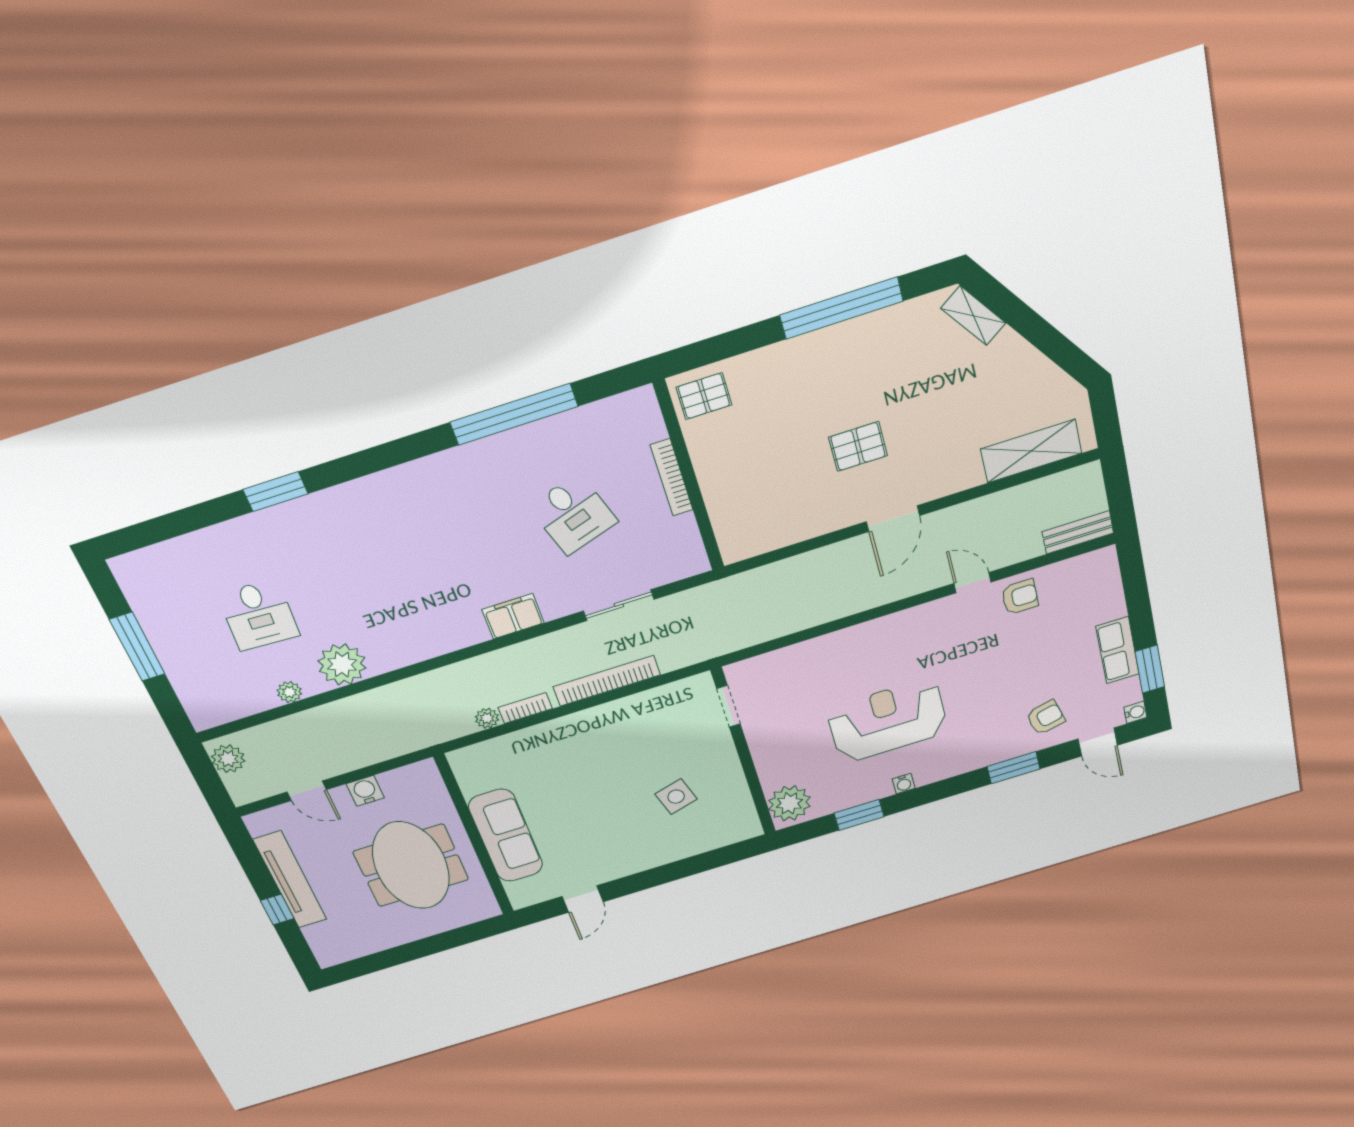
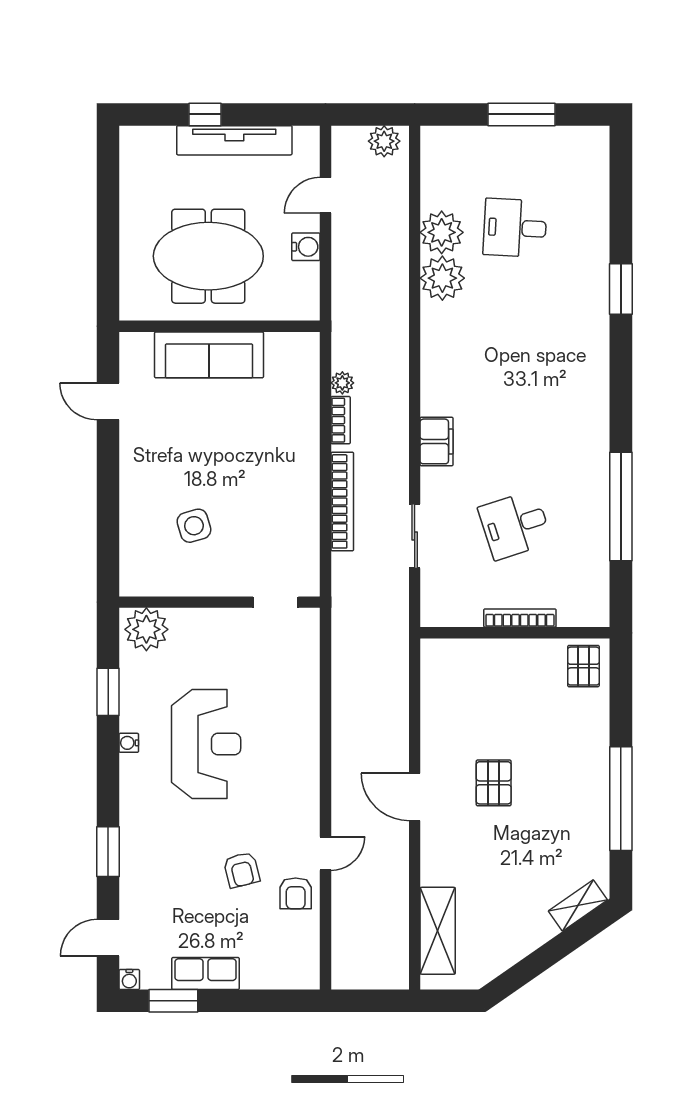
bench: (1078, 532) -> (343, 958), removed
plant: (289, 692) -> (442, 232), width x1.87, depth x1.87
armchair: (1046, 718) -> (242, 870), moved

